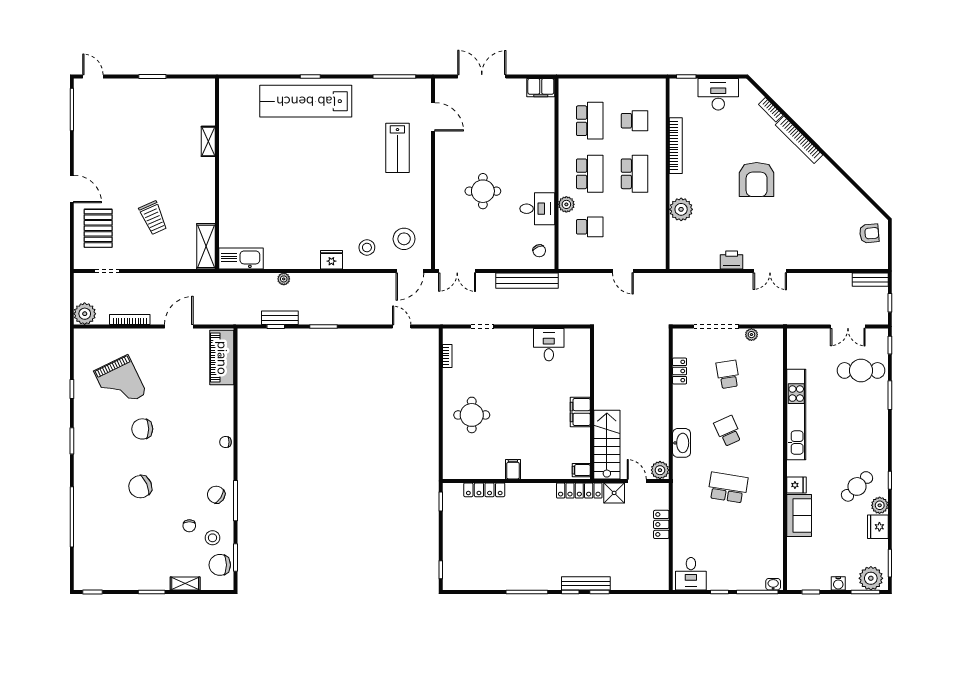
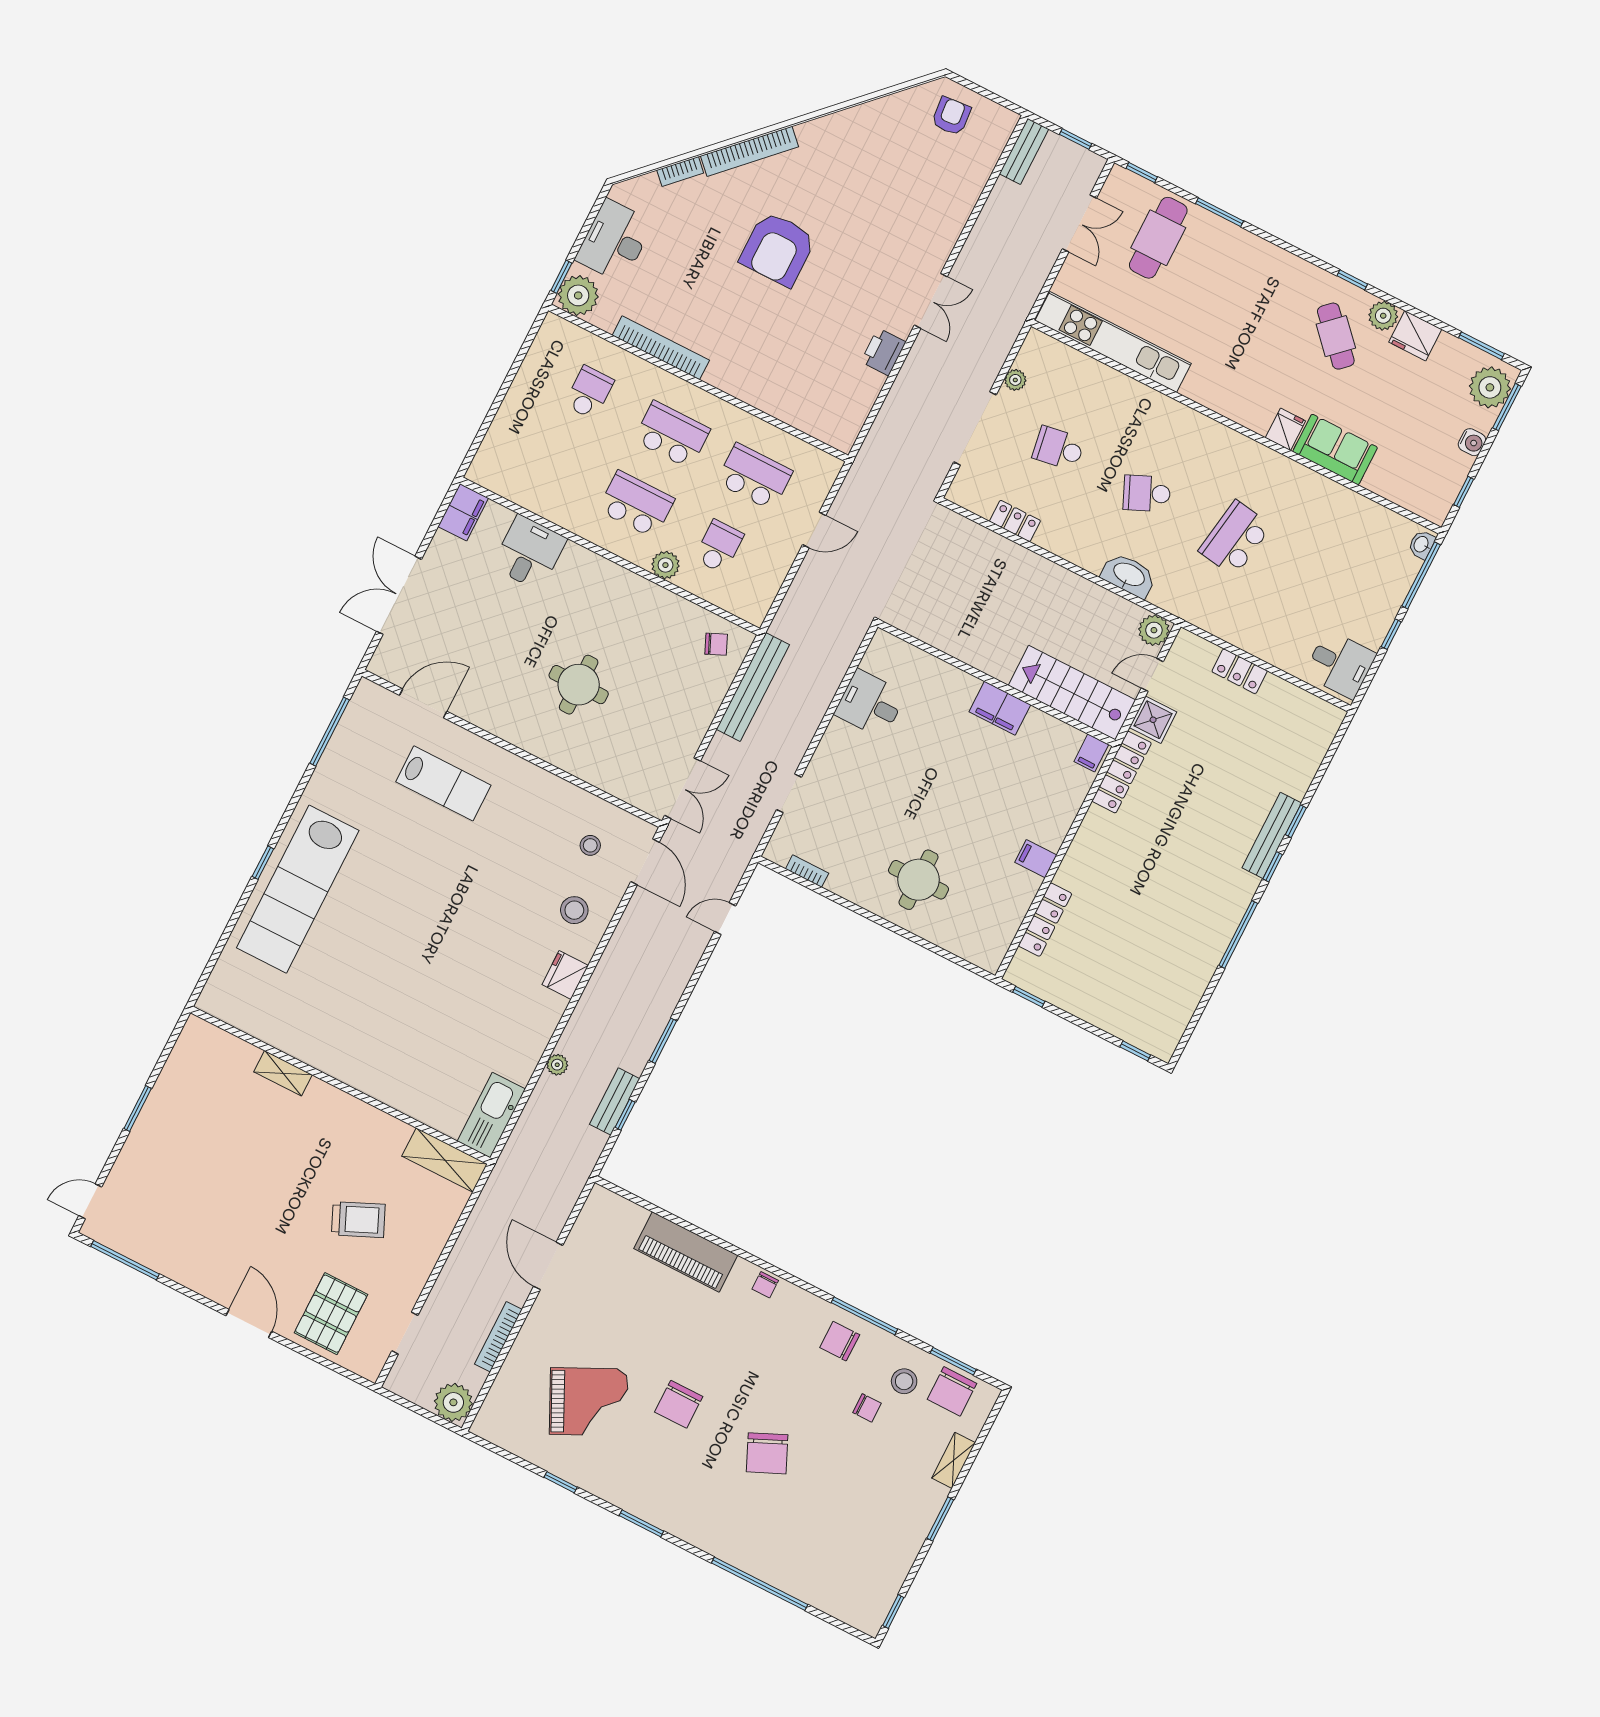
school desk: (590, 121) -> (754, 477), moved
armchair: (757, 180) -> (778, 249), turned 90
door: (72, 189) -> (249, 1323), hinge flipped
desk: (537, 209) -> (529, 553), moved
plant: (681, 209) -> (578, 295), moved
pallet: (98, 228) -> (331, 1314), turned 90
stool: (404, 239) -> (590, 845), width x0.53, depth x0.53
piano: (222, 358) -> (686, 1252), moved
kitchen unit: (796, 414) -> (1113, 342), moved
chair: (216, 495) -> (840, 1341), turned 57

